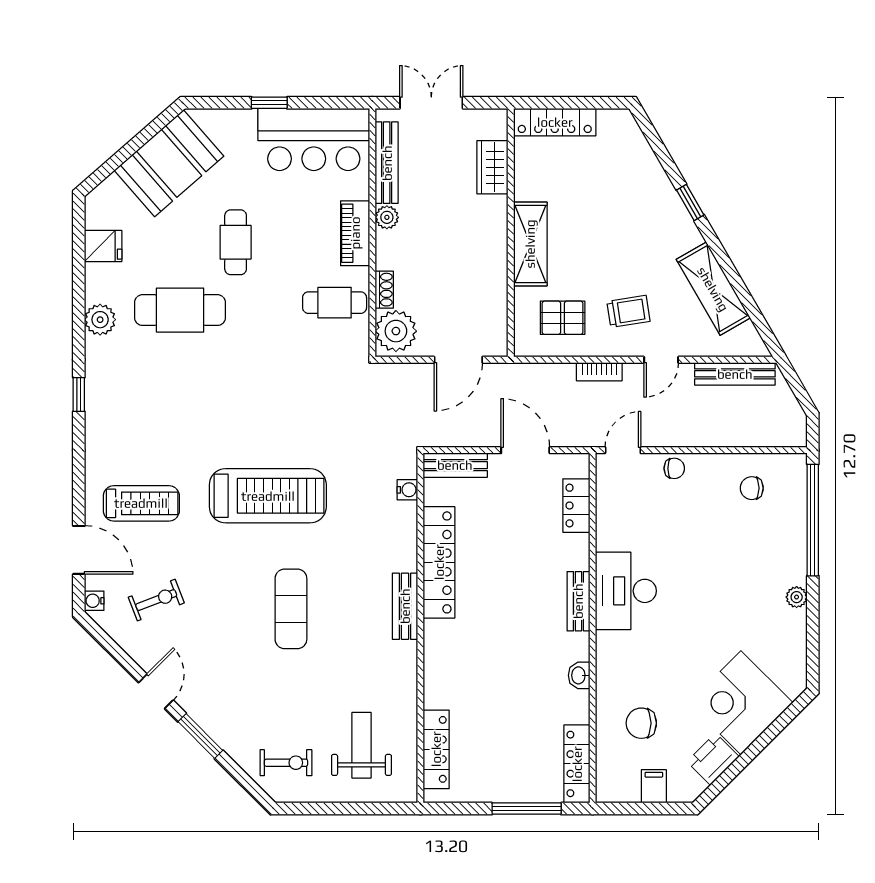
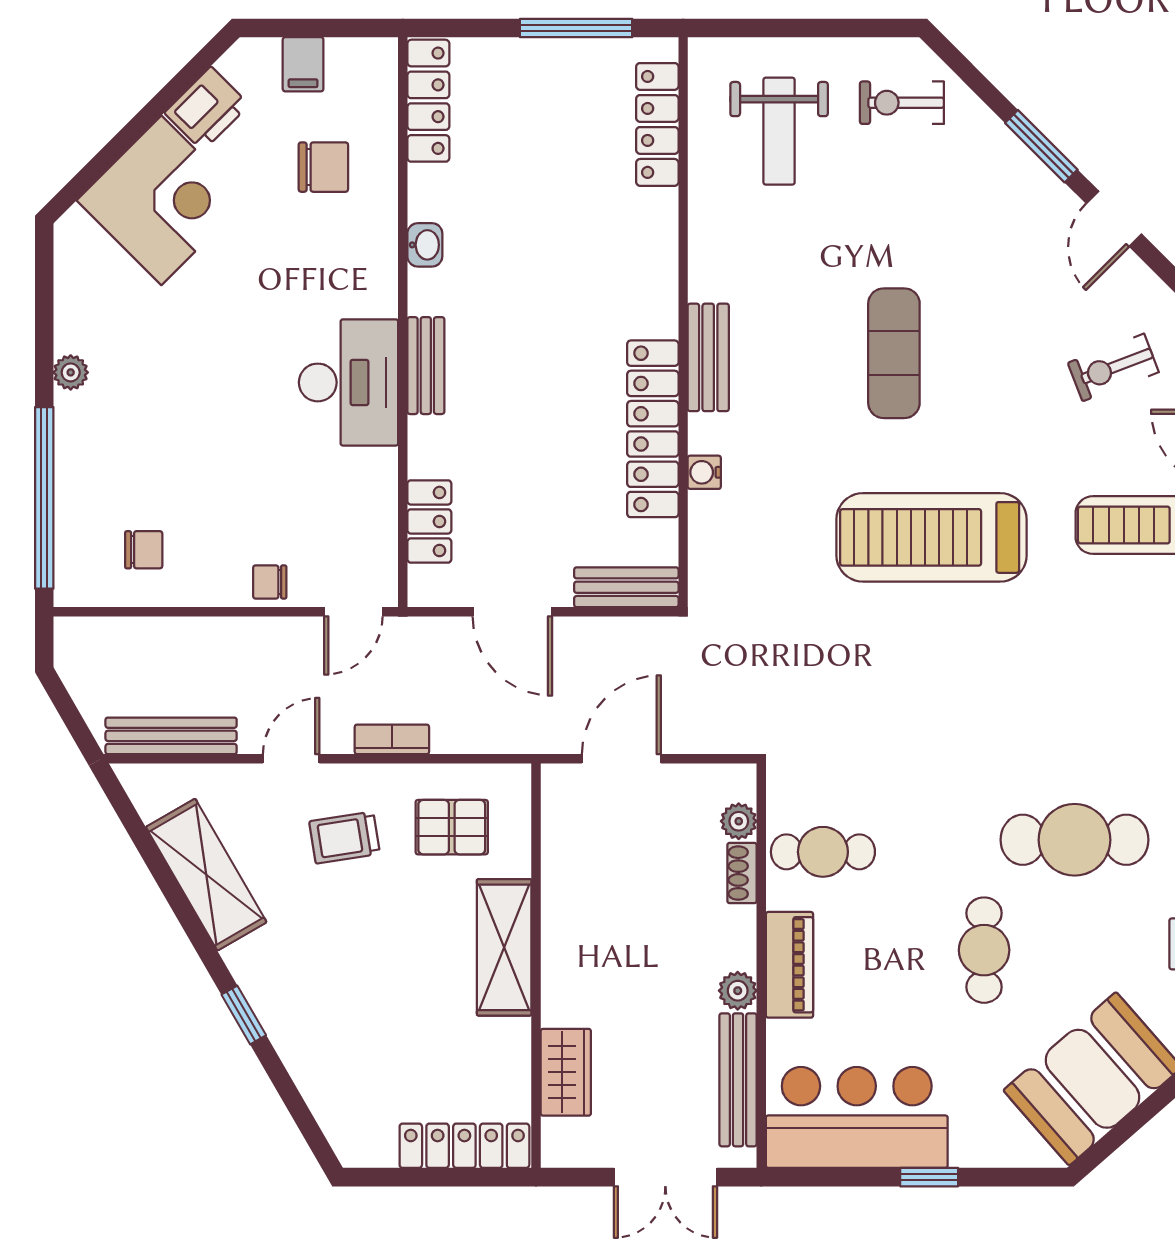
plant: (396, 331) -> (739, 821), width x0.53, depth x0.53
water cooler: (407, 490) -> (704, 472), moved
window: (527, 809) -> (576, 28), moved

